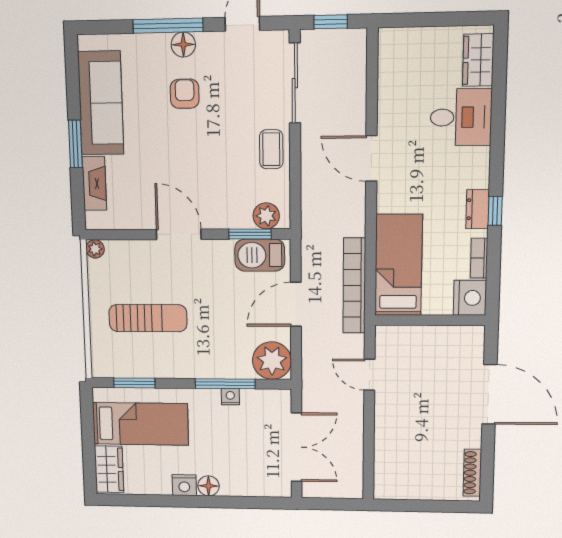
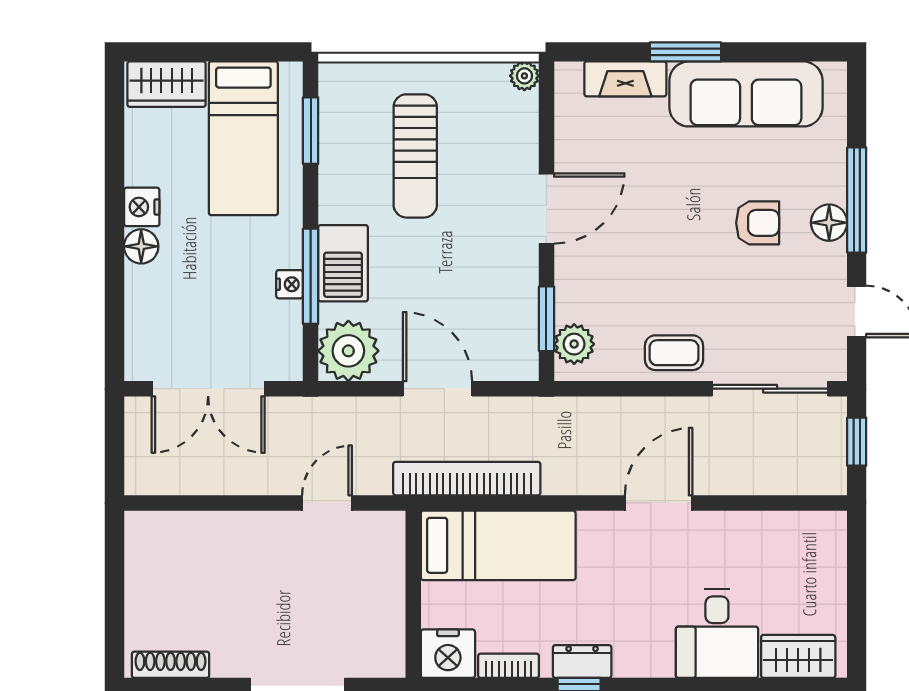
barbecue: (260, 255) -> (343, 263), moved, turned 180

